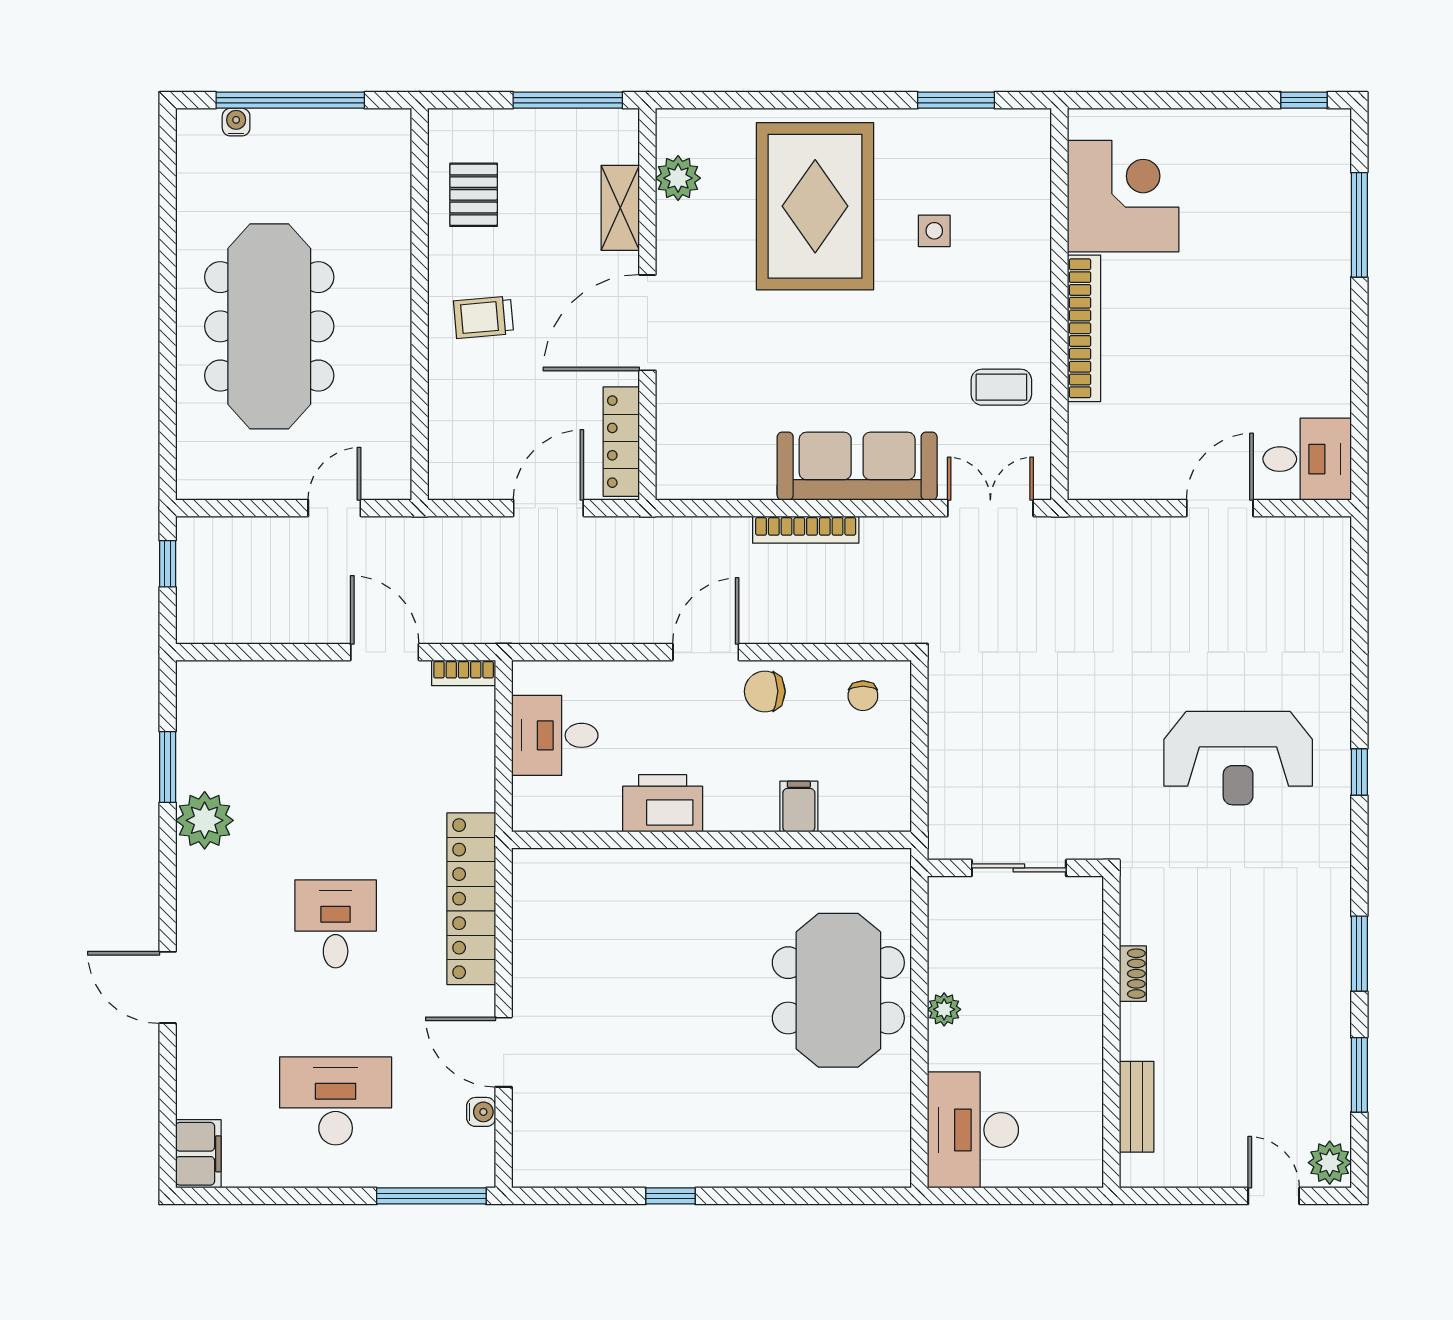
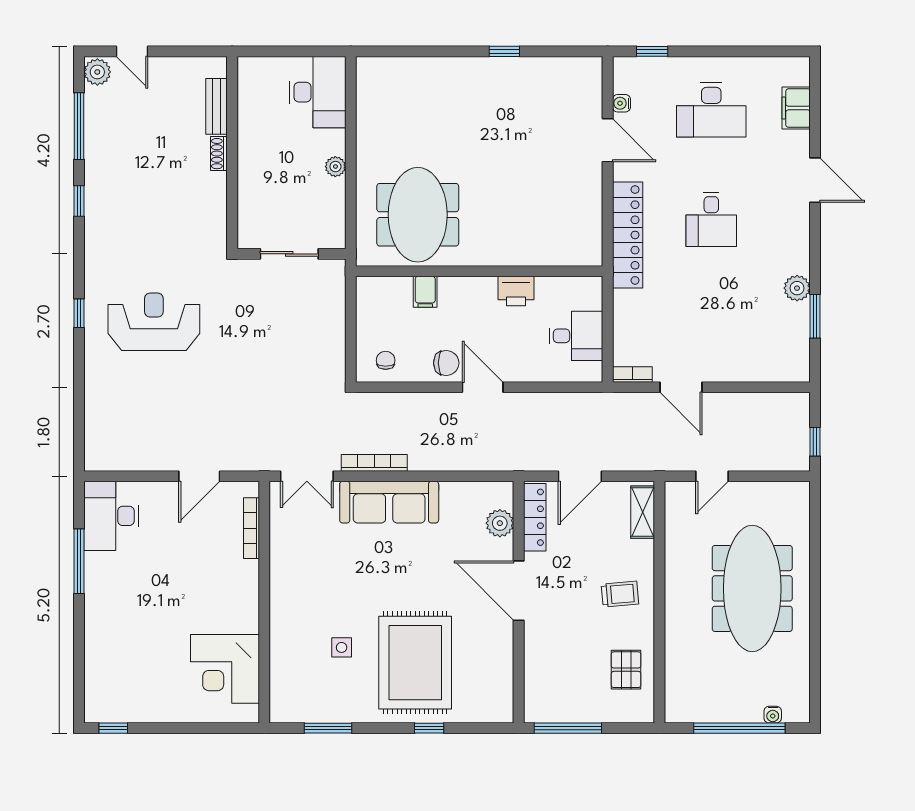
window: (792, 100) -> (429, 728), added
plant: (678, 178) -> (500, 523), moved
shelving: (620, 208) -> (643, 512), moved
window: (1359, 225) -> (79, 561), moved
door: (647, 323) -> (519, 591), swing flipped
bookcase: (1084, 328) -> (251, 528), moved, width x0.68, depth x0.76
coffee table: (1001, 387) -> (300, 551), removed
desk: (1307, 459) -> (111, 516), width x1.37
door: (1220, 508) -> (199, 476), moved
bookcase: (806, 530) -> (374, 463), moved
door: (706, 652) -> (483, 387), swing flipped
printer: (663, 803) -> (516, 291), width x0.73, depth x0.84
plant: (205, 820) -> (797, 288), width x0.73, depth x0.73
window: (1359, 954) -> (79, 201), width x0.67
shoe rack: (1133, 974) -> (219, 154), moved
meeting table: (838, 990) -> (418, 215), moved
window: (1359, 1075) -> (79, 126), width x1.44
filing cabinet: (198, 1154) -> (796, 108), moved
window: (431, 1196) -> (652, 51), width x0.46

